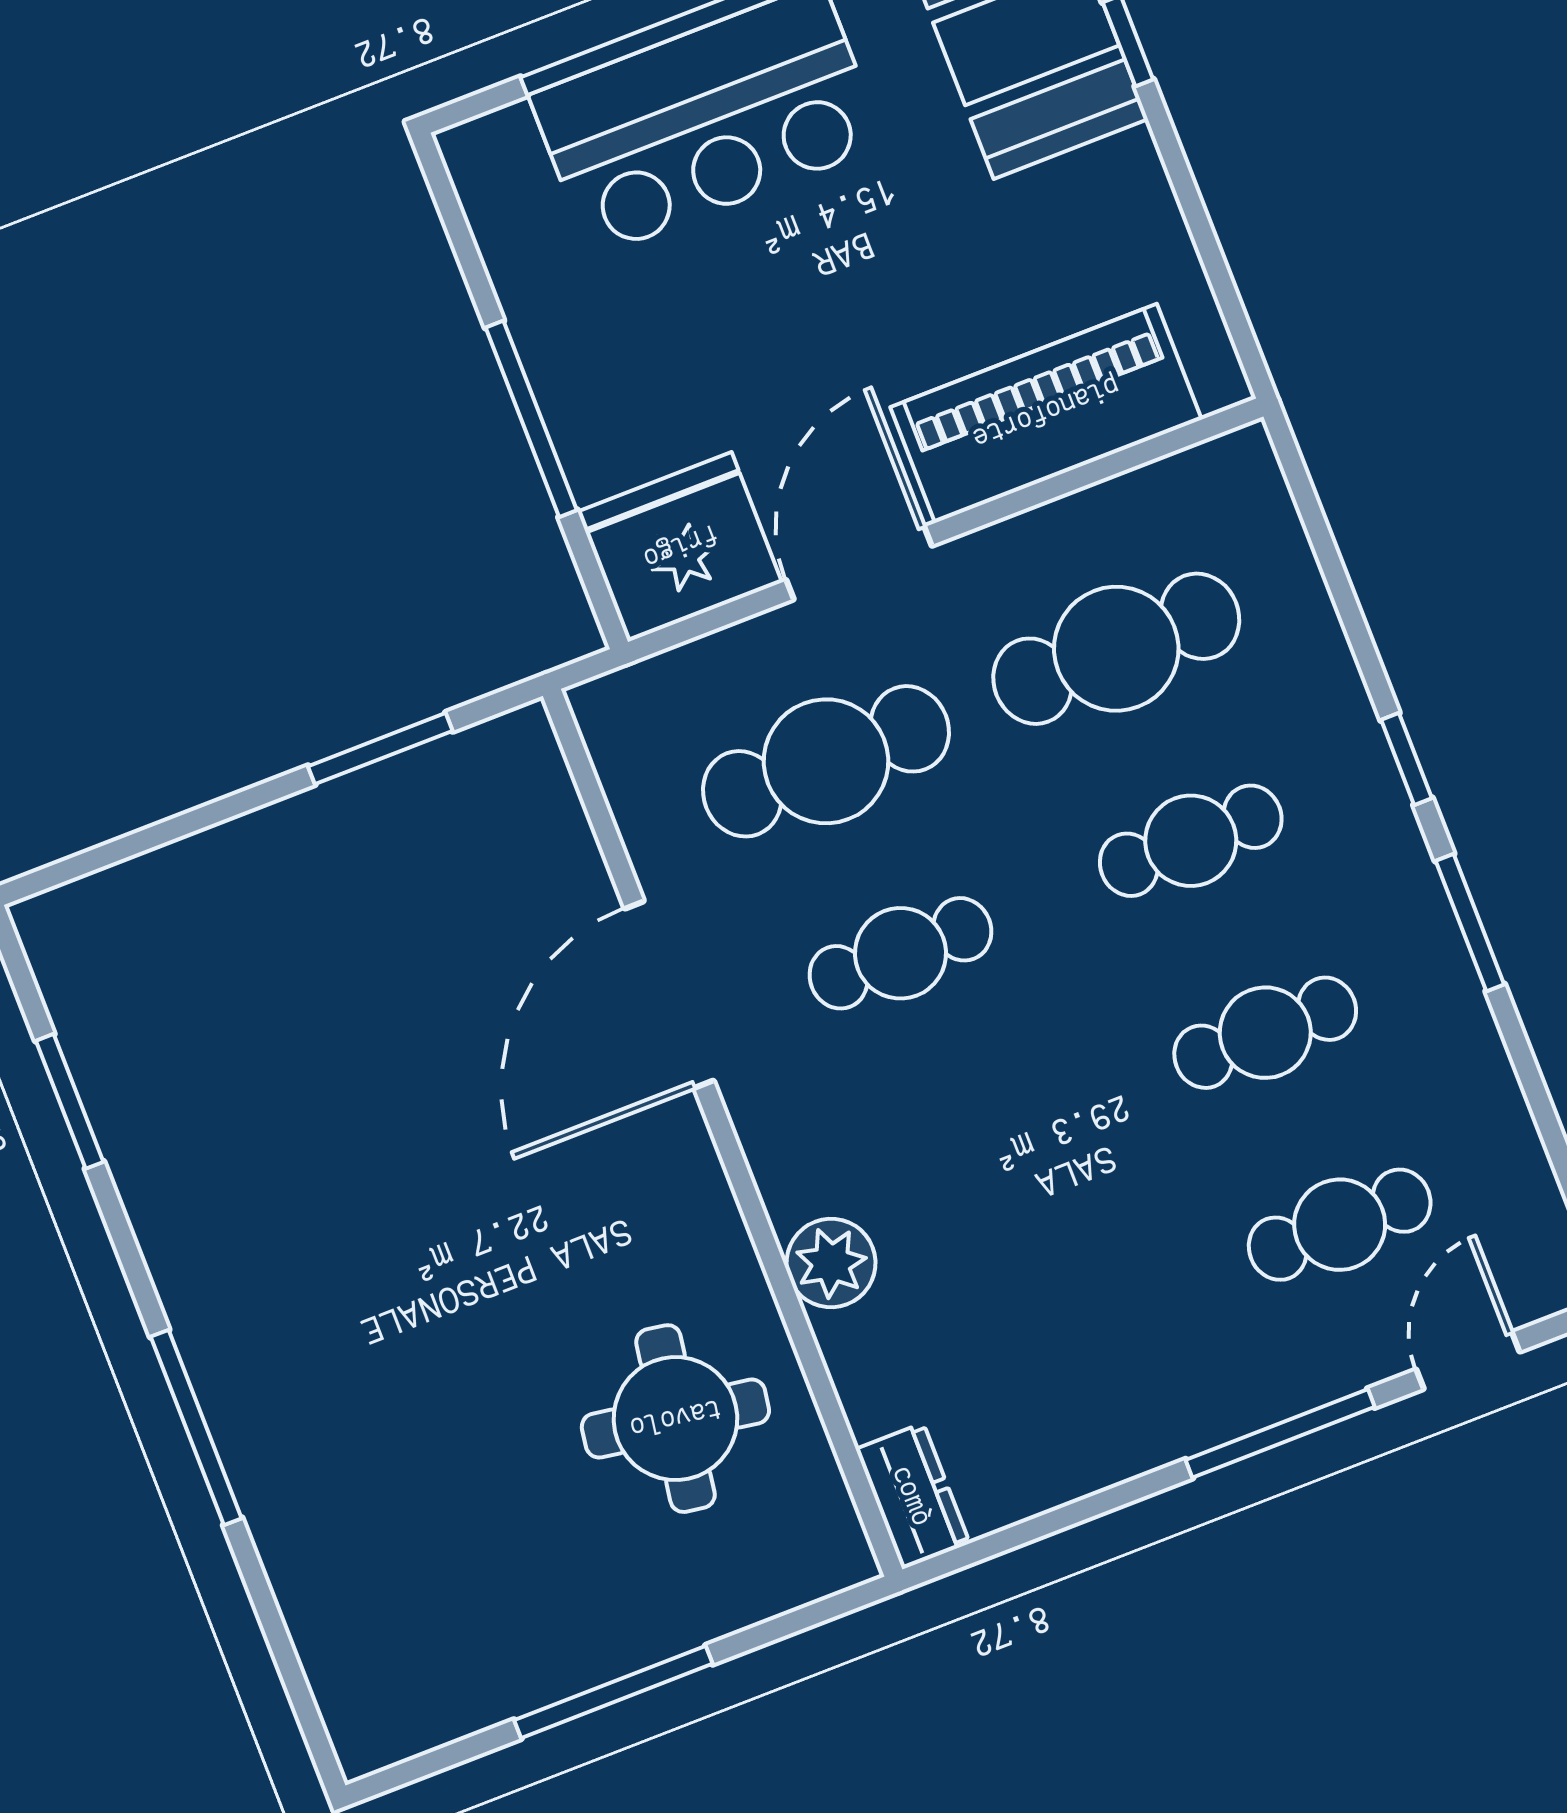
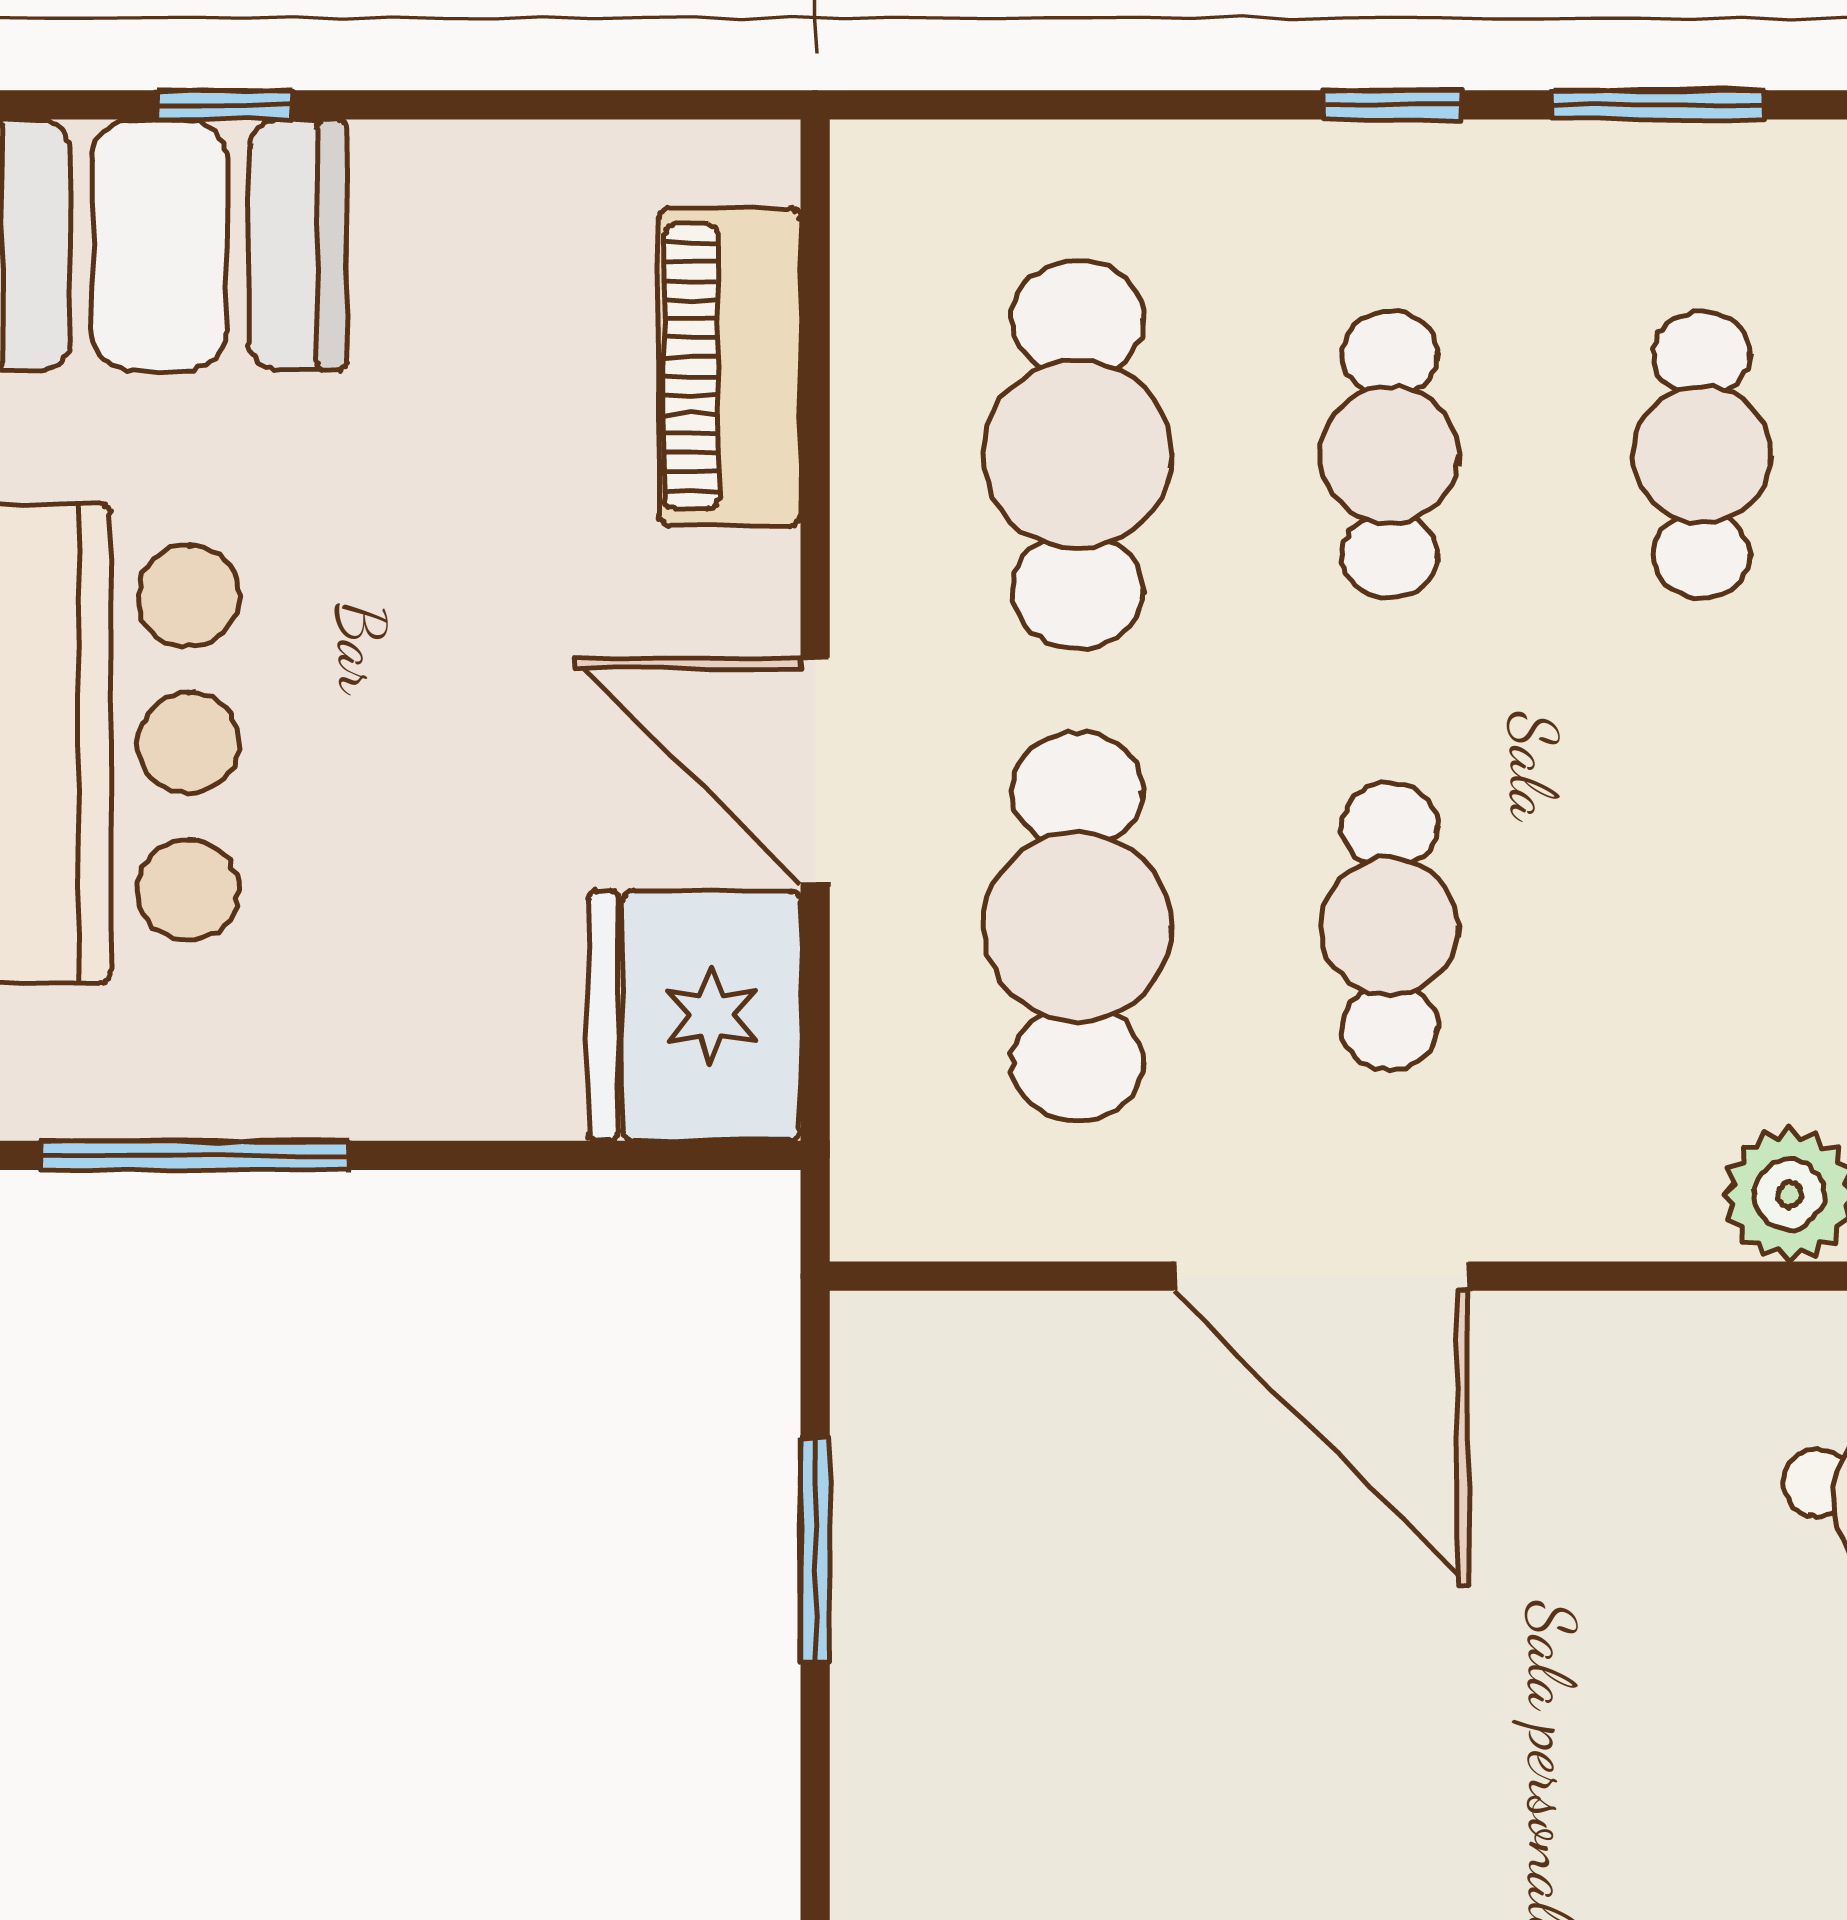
piano: (1046, 413) -> (730, 367), width x0.73, depth x0.75
window: (531, 419) -> (195, 1155), moved

